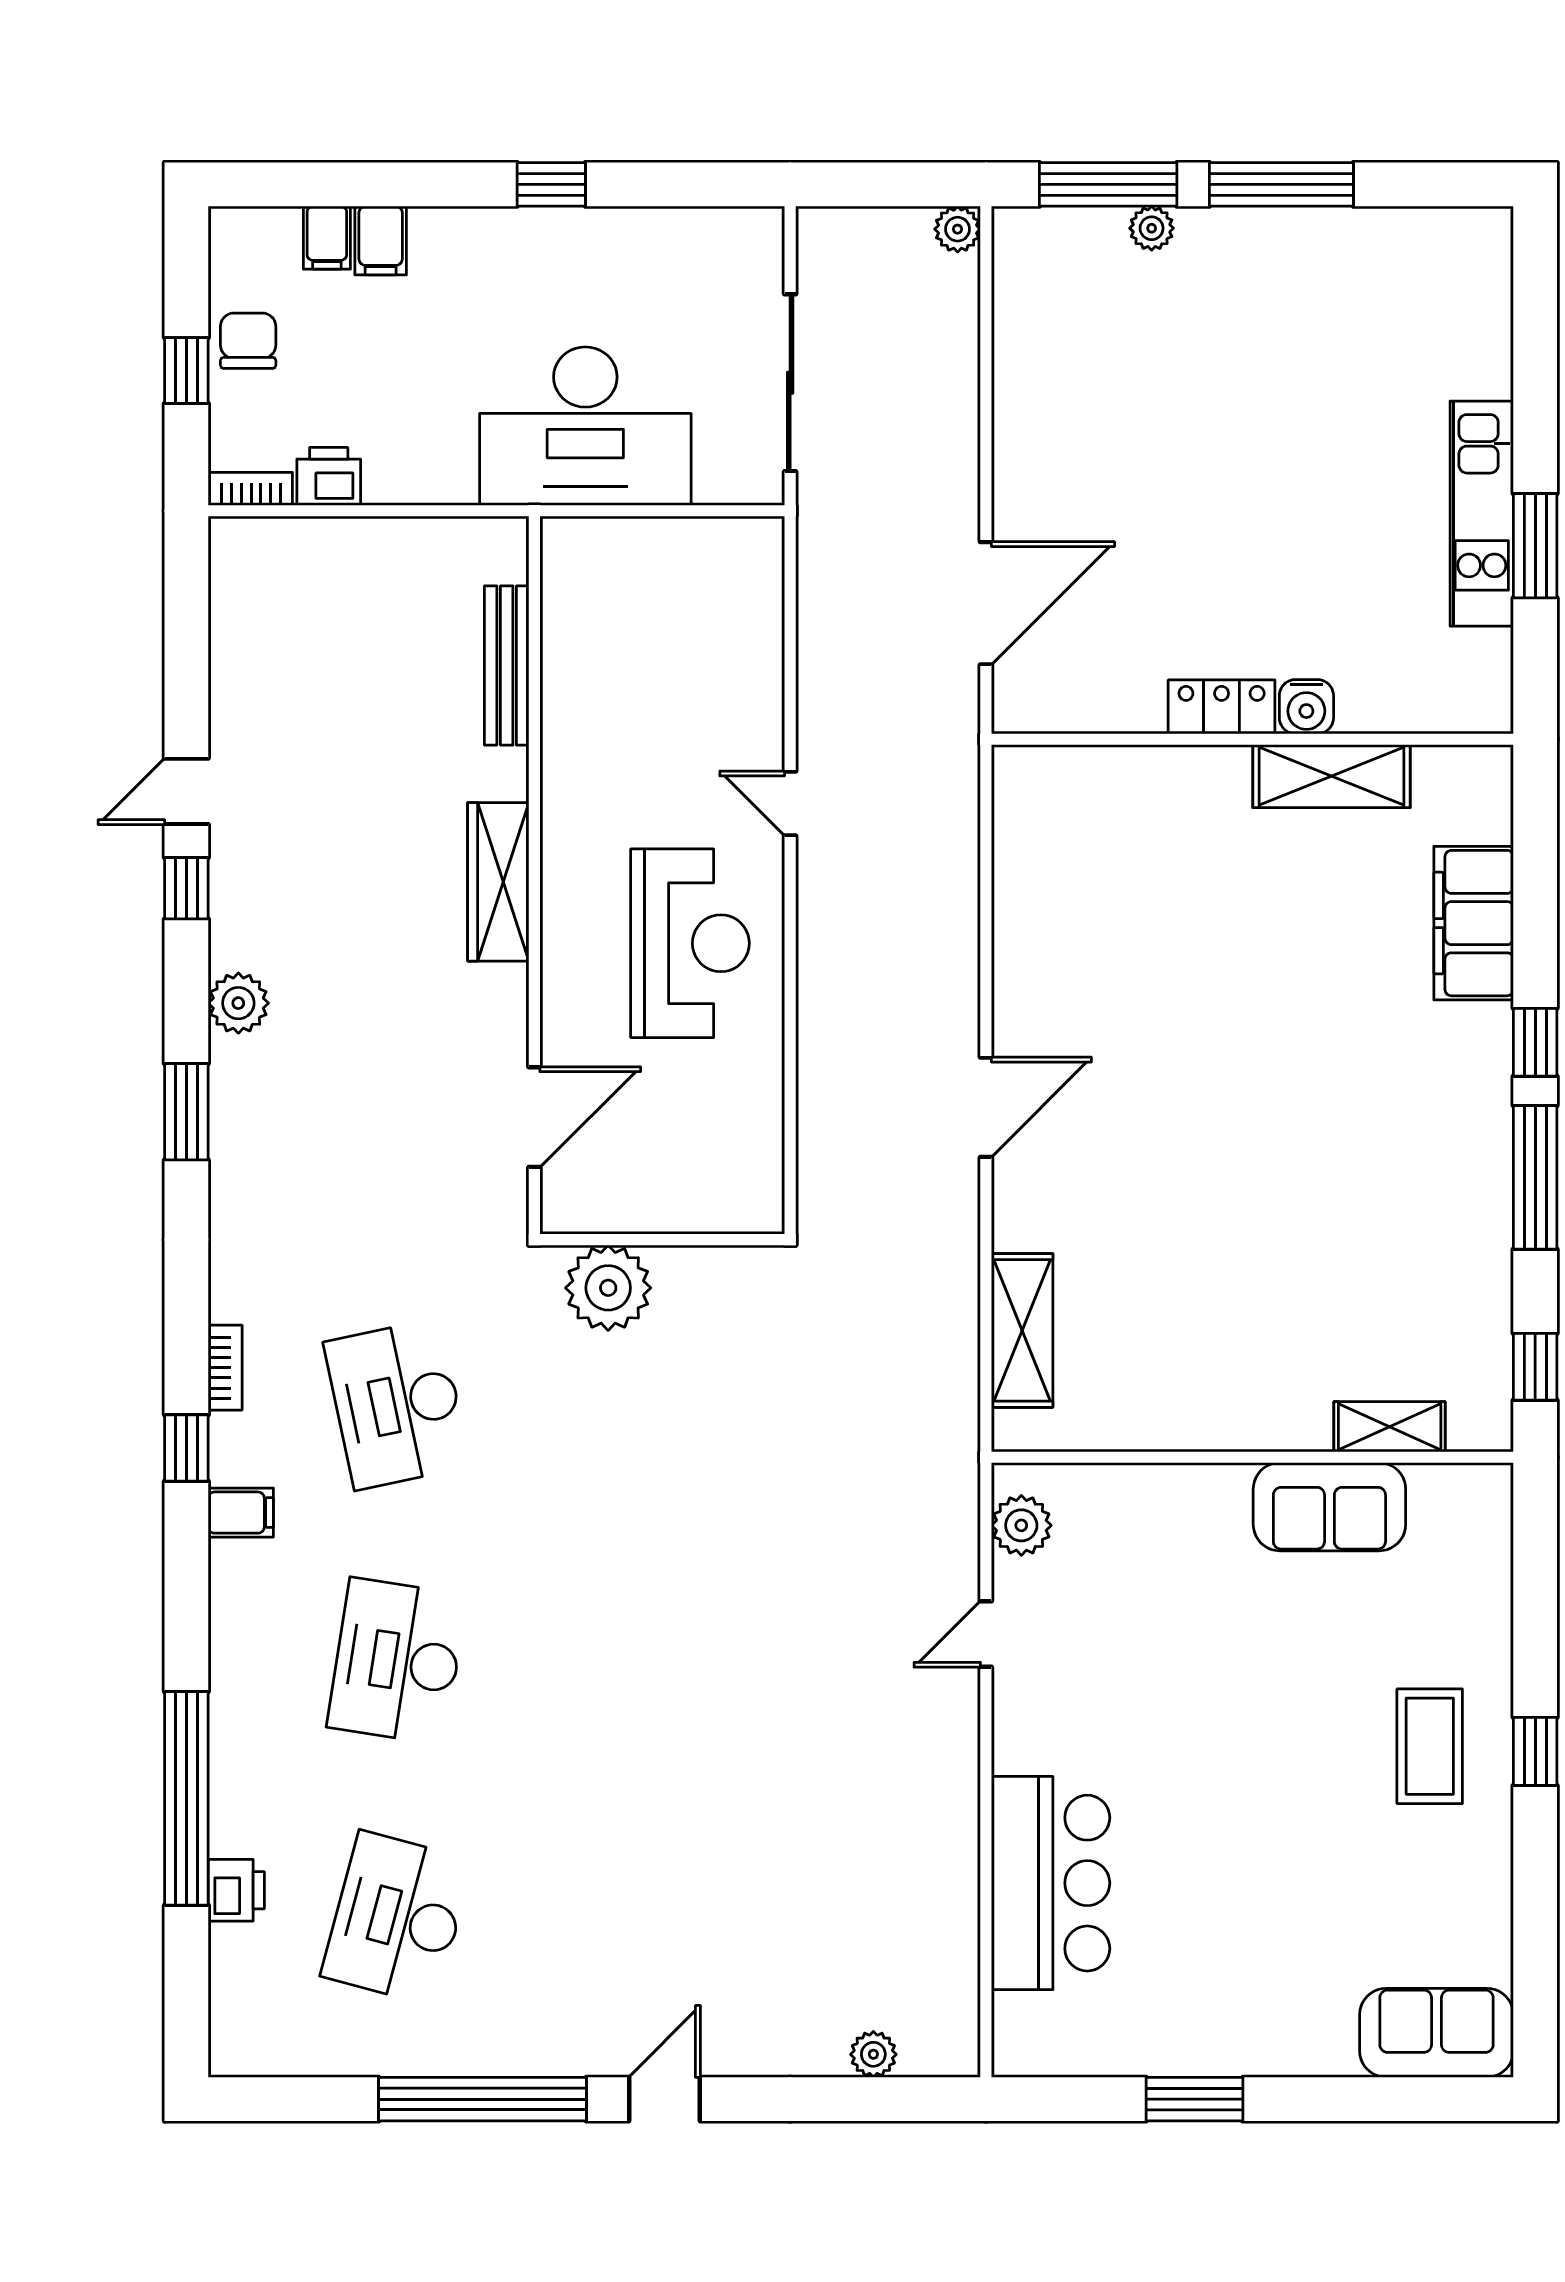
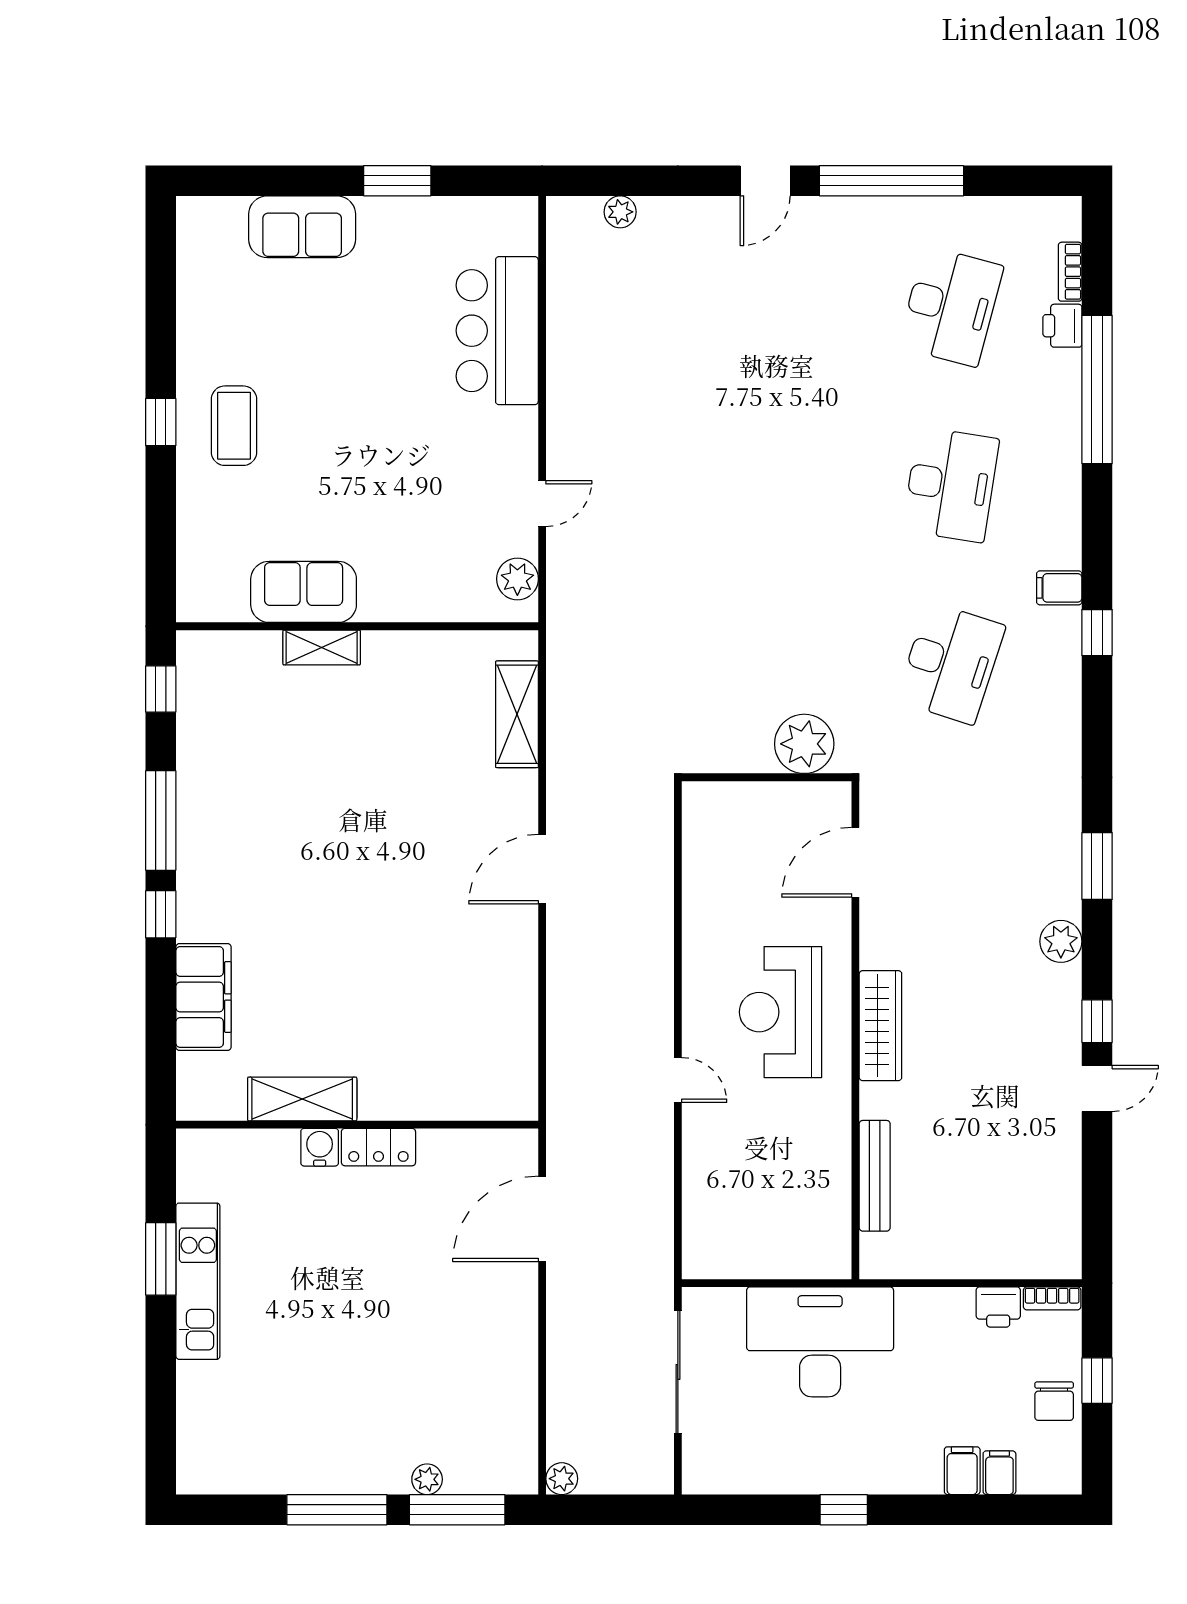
reception desk: (690, 943) -> (781, 1012), moved
bookcase: (225, 1368) -> (1070, 272), moved
desk: (397, 1404) -> (951, 663), turned 30
shelving: (1390, 1427) -> (322, 647), moved
sofa: (1437, 2033) -> (302, 227), moved

